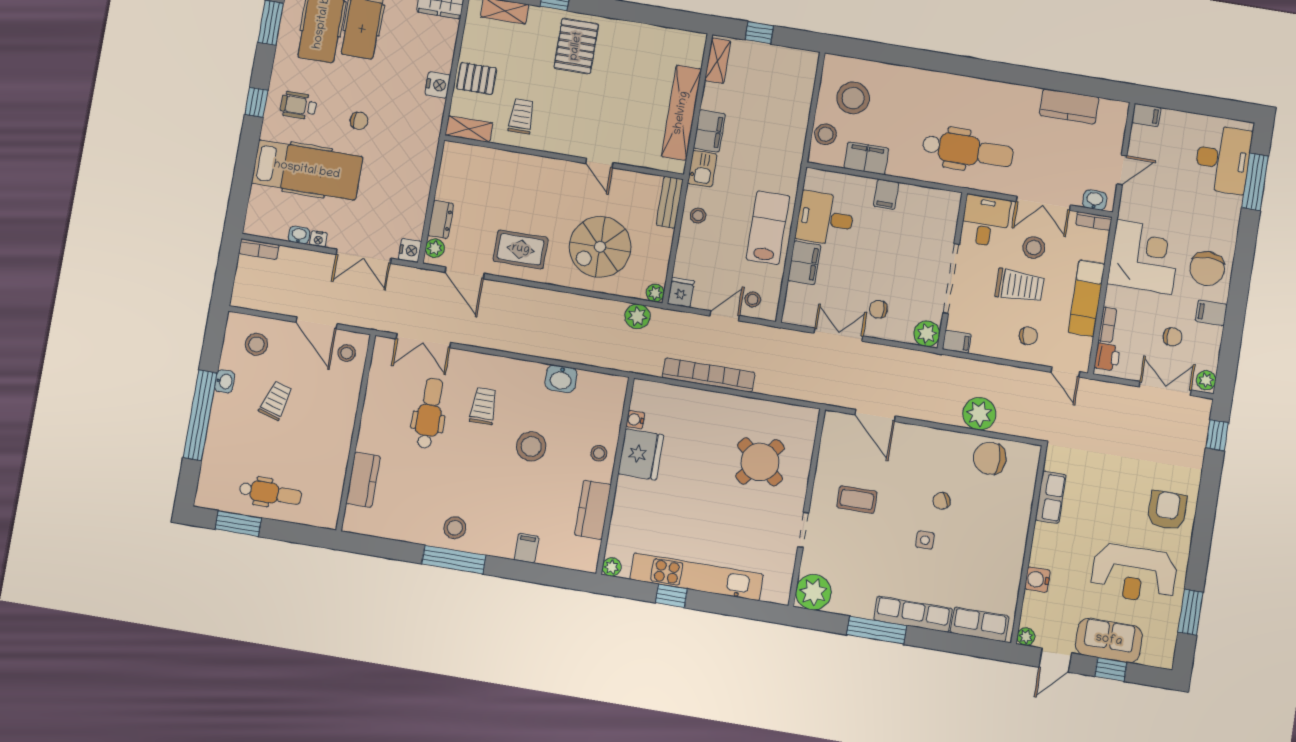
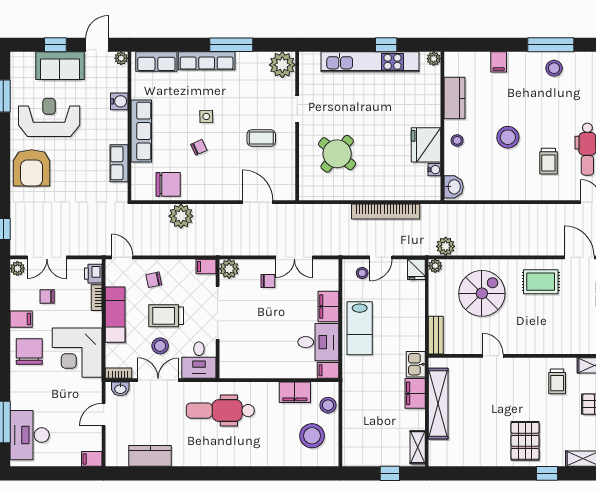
filing cabinet: (886, 194) -> (328, 370), moved, turned -90
stool: (698, 216) -> (413, 329), removed
washbasin: (561, 379) -> (454, 187), moved, turned 90
armchair: (1167, 510) -> (32, 168), width x1.36, depth x1.36
row of seats: (1014, 535) -> (141, 131), added

